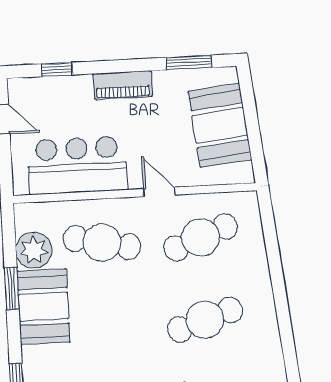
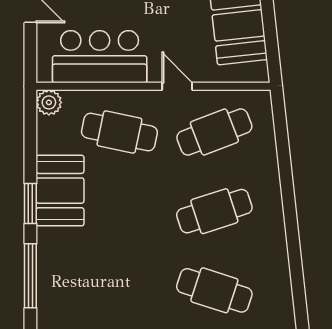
plant: (34, 250) -> (49, 102), moved, width x0.73, depth x0.73
window: (12, 289) -> (30, 204), moved

